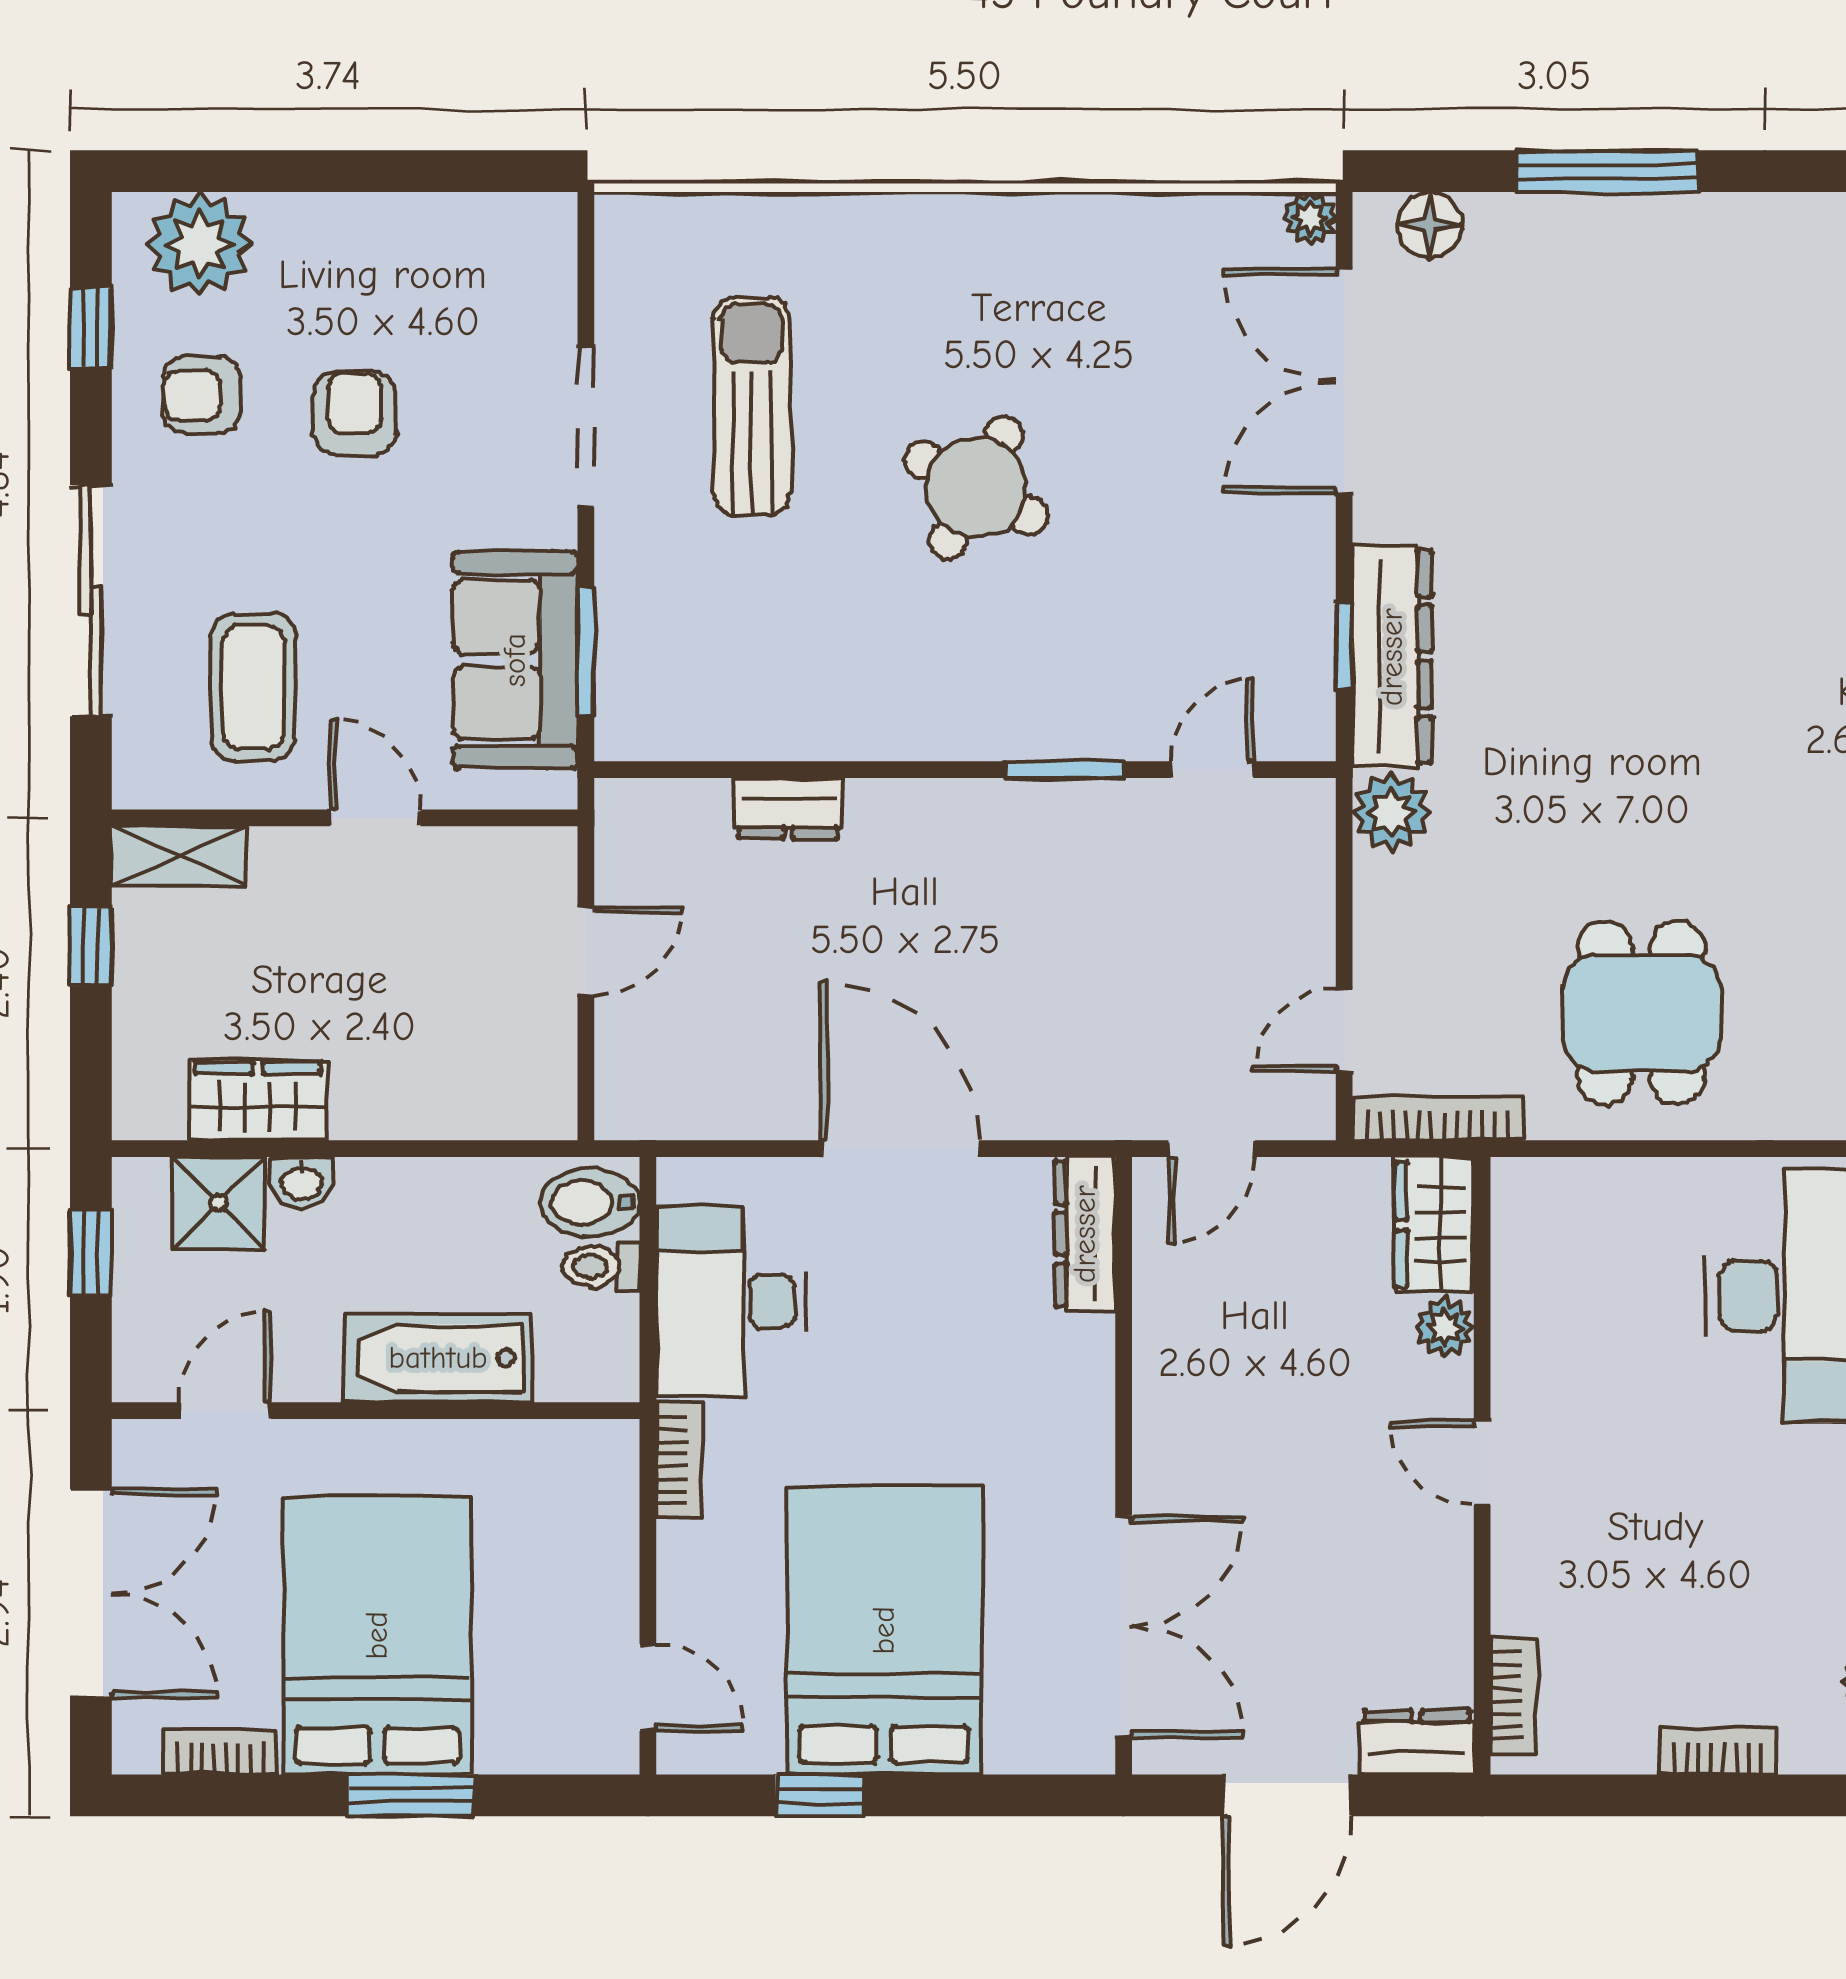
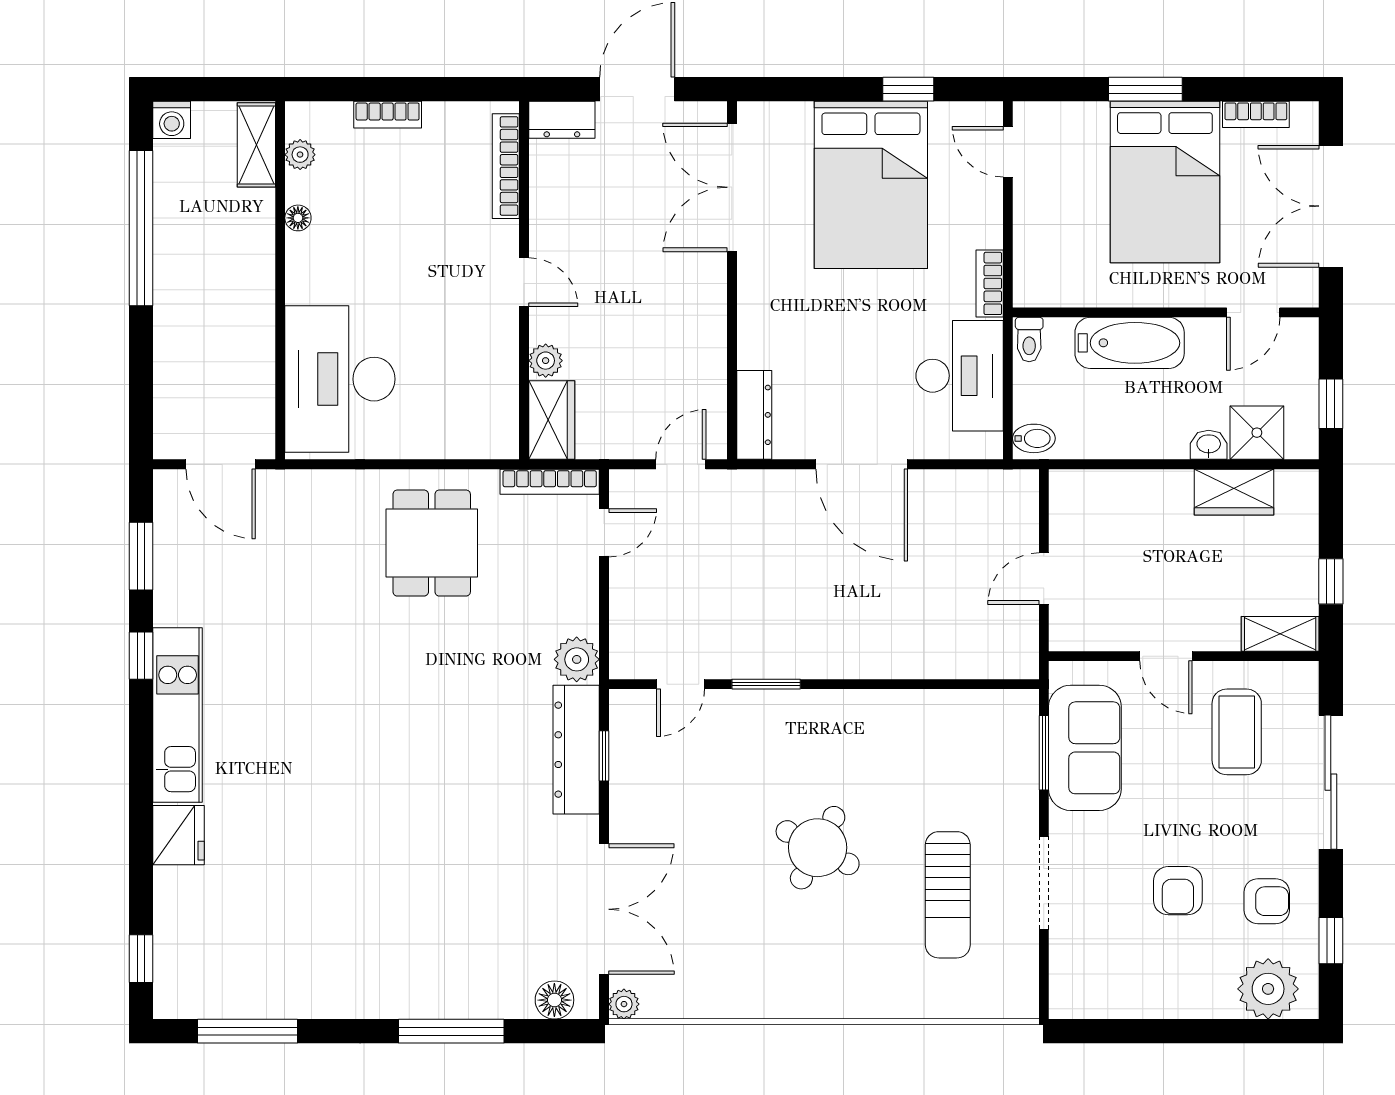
dresser: (788, 808) -> (927, 662), removed
bidet: (590, 1203) -> (1034, 438), width x0.72, depth x0.74
toilet: (601, 1266) -> (1029, 340), moved, turned 90
bookcase: (1514, 1695) -> (506, 166), width x1.56

